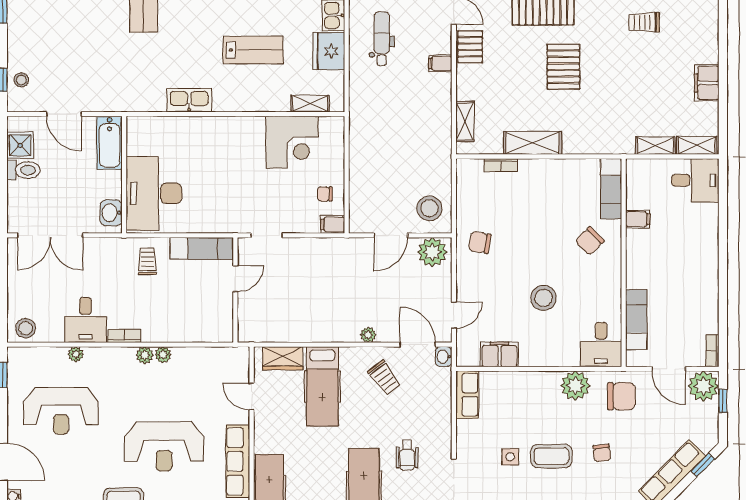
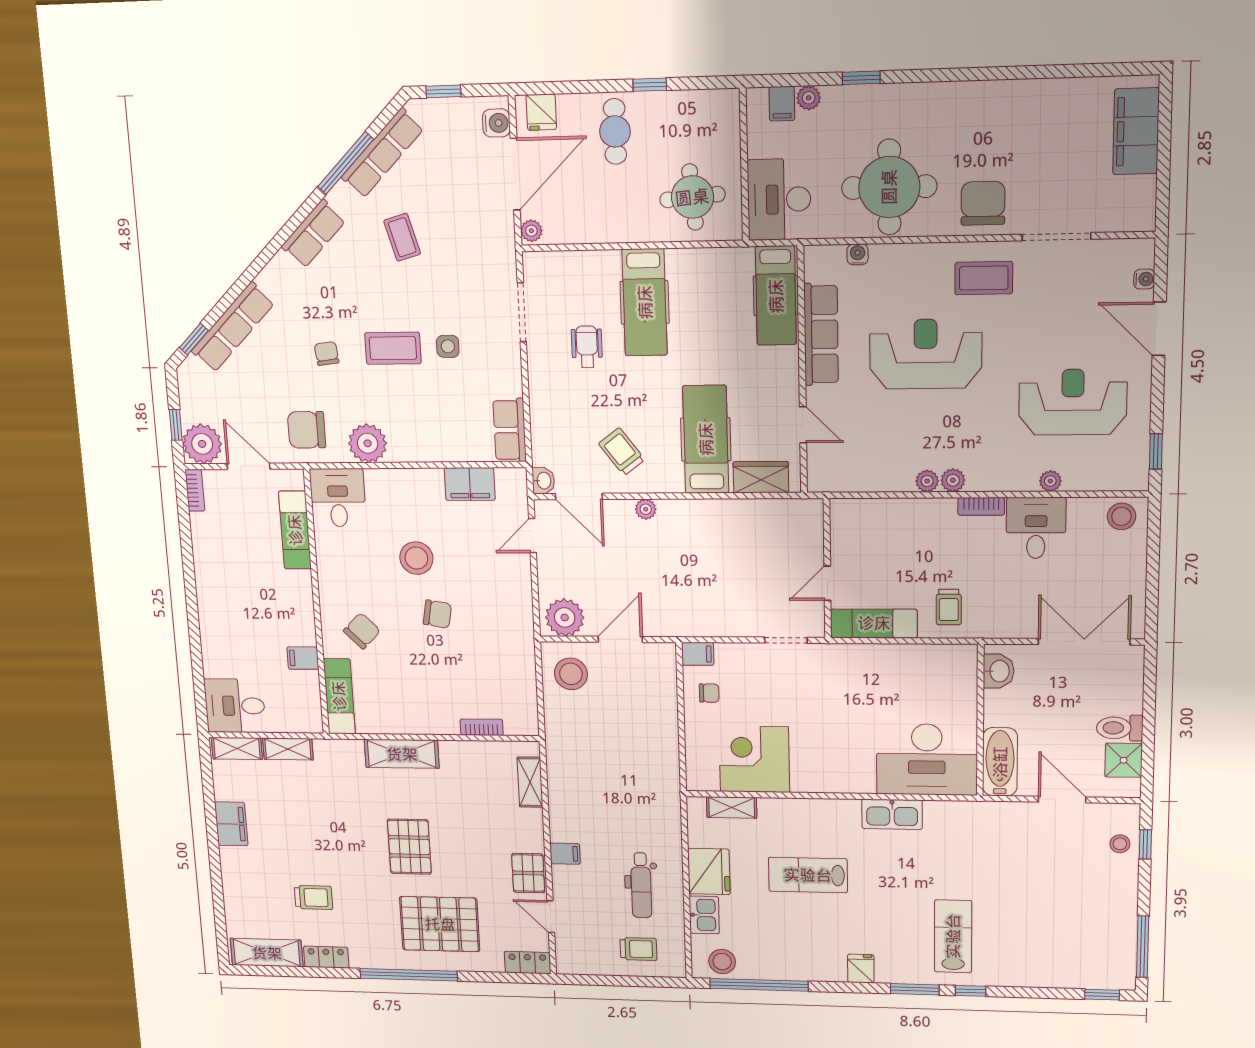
shelving: (533, 143) -> (402, 754), moved
desk: (154, 193) -> (927, 759), moved, turned 90
chair: (480, 242) -> (437, 614), moved

